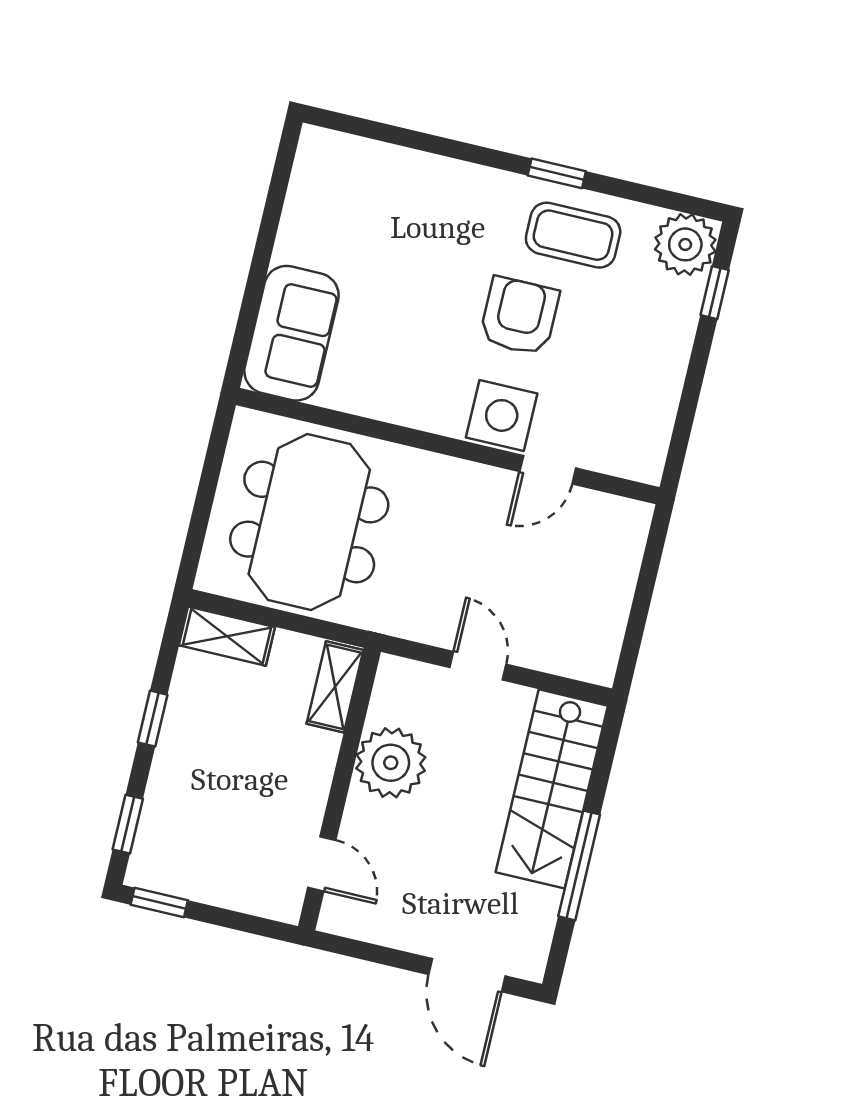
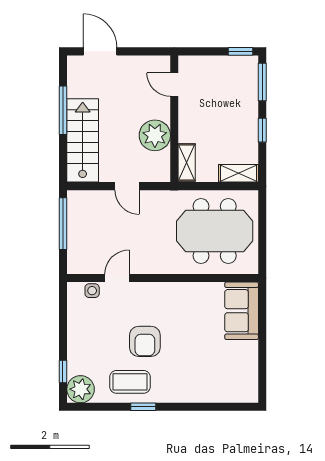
side table: (502, 415) -> (92, 291), moved, width x0.54, depth x0.54
meeting table: (309, 522) -> (215, 231), turned 90
window: (638, 617) -> (63, 224), added
window: (128, 824) -> (262, 82), width x1.50

